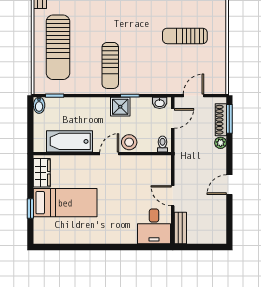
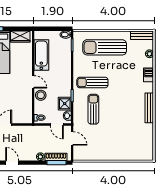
sun lounger: (185, 36) -> (93, 109), moved
shower: (120, 107) -> (65, 104), moved

